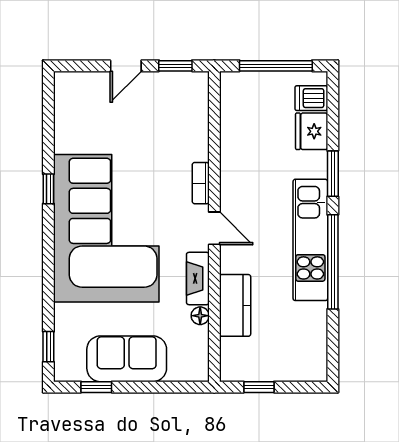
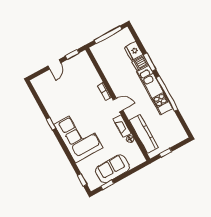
dishwasher: (311, 98) -> (140, 63), moved
corner sofa: (106, 228) -> (78, 136), width x0.73, depth x0.74
kitchen counter: (235, 305) -> (144, 134), width x1.50

